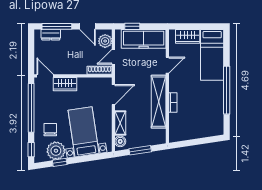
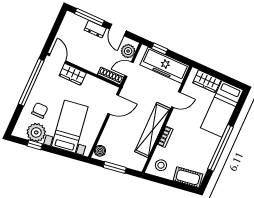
dresser: (51, 35) -> (95, 29), moved
shelving: (120, 123) -> (108, 134), removed
stool: (180, 130) -> (161, 165), added
cot: (209, 130) -> (188, 177), added
window: (31, 150) -> (14, 121), removed

